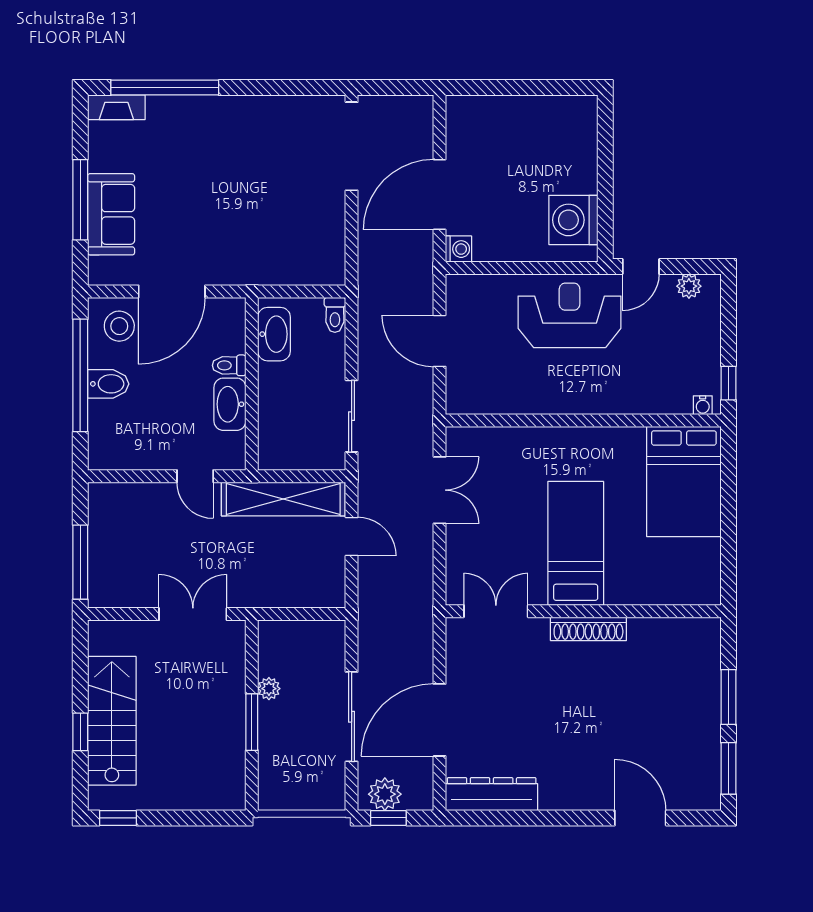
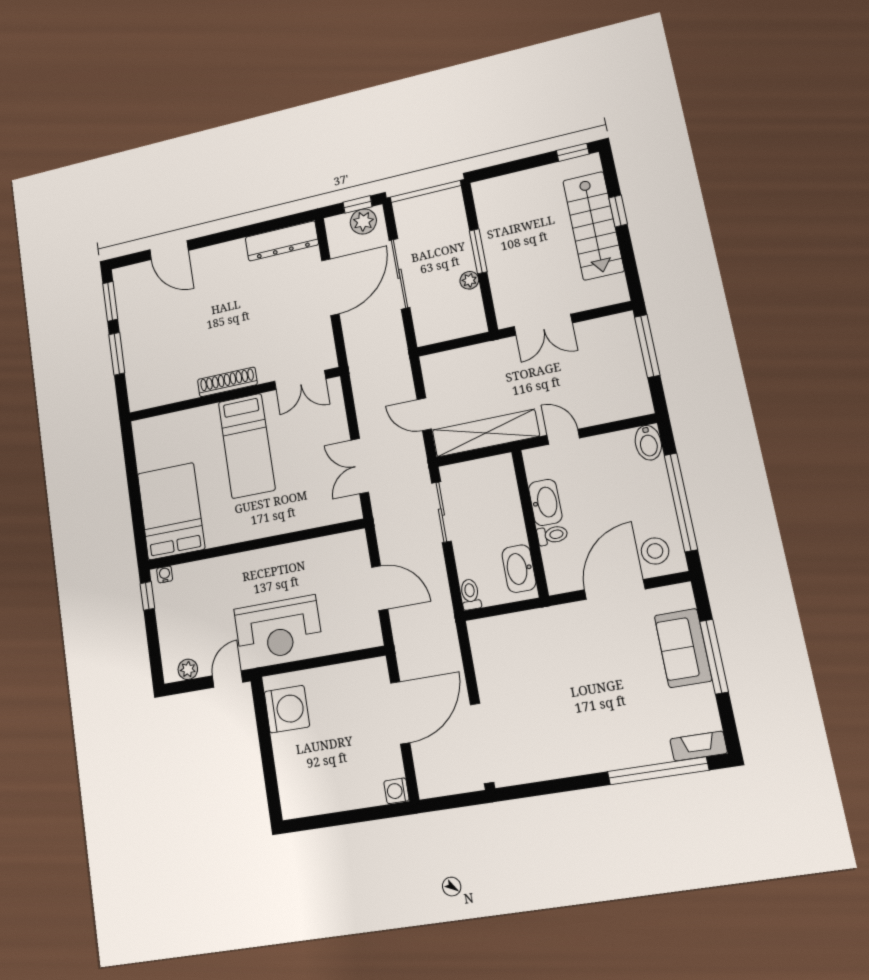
washing machine: (458, 249) -> (396, 791), moved
bidet: (108, 384) -> (648, 443), moved, turned -90

